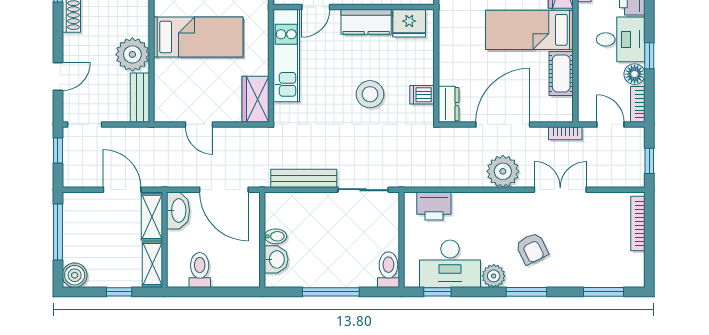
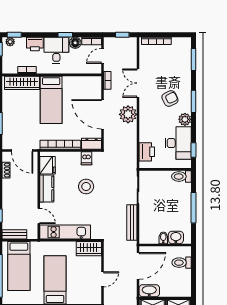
bookcase: (447, 47) -> (60, 145), added
cot: (561, 73) -> (75, 83), removed
toilet: (200, 270) -> (182, 263), moved

